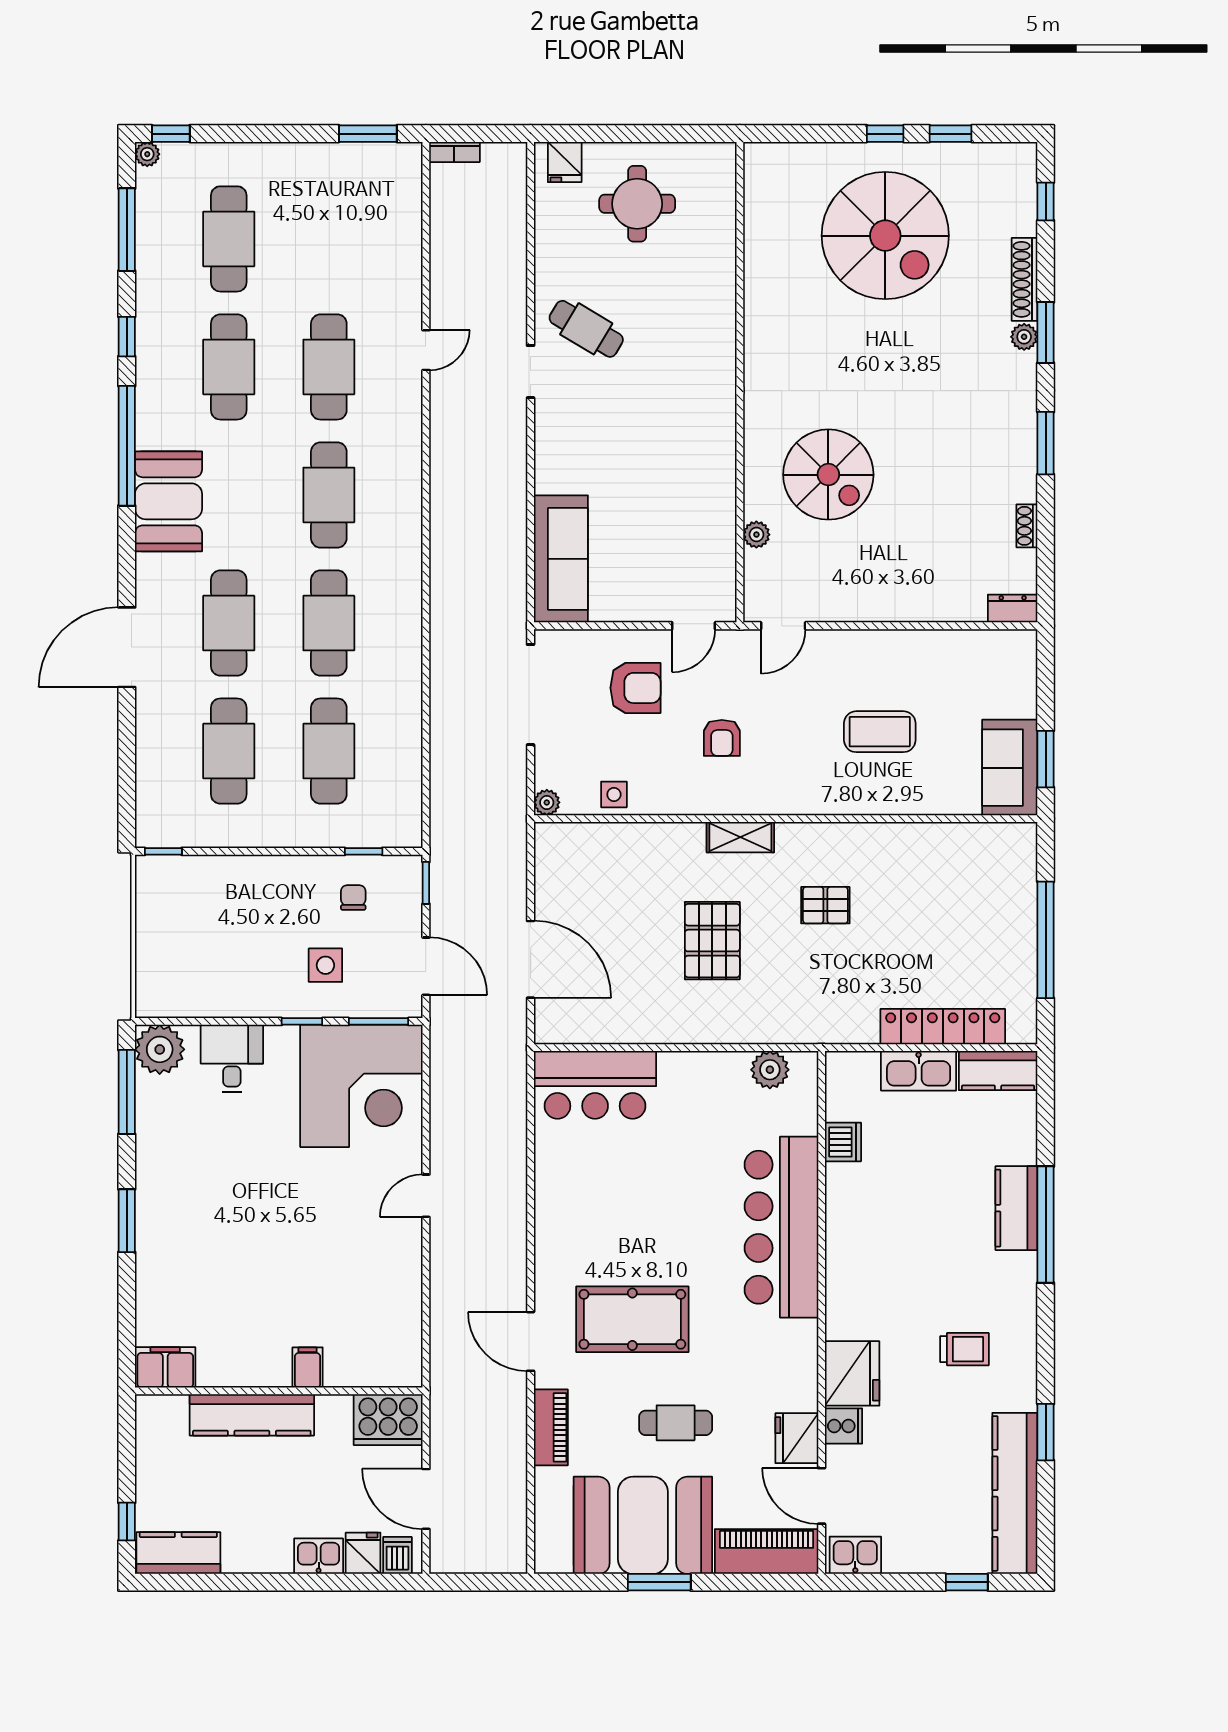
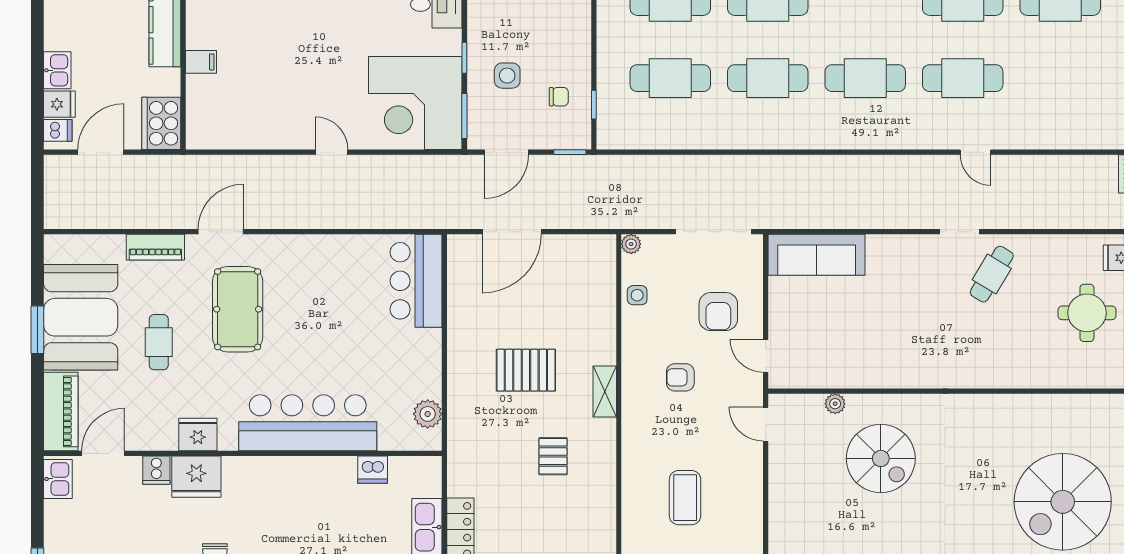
spiral stairs: (828, 475) -> (881, 458), turned -90
fridge: (797, 1438) -> (198, 434), moved

